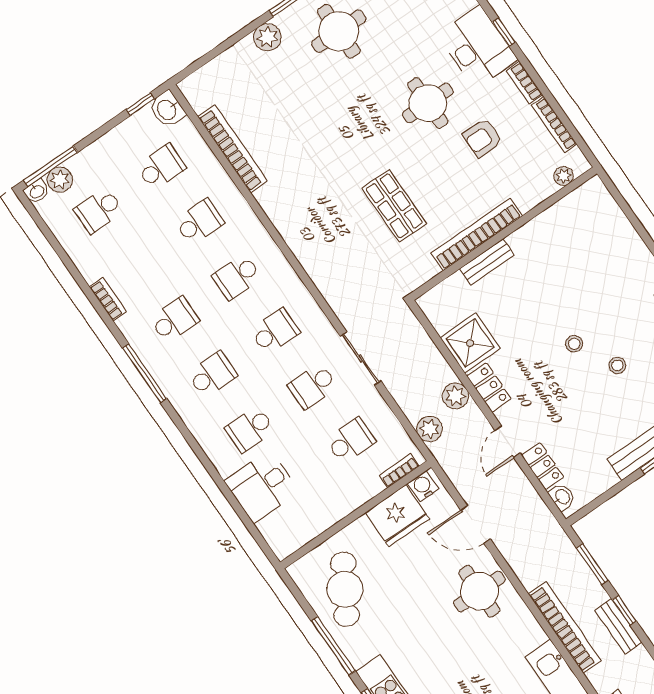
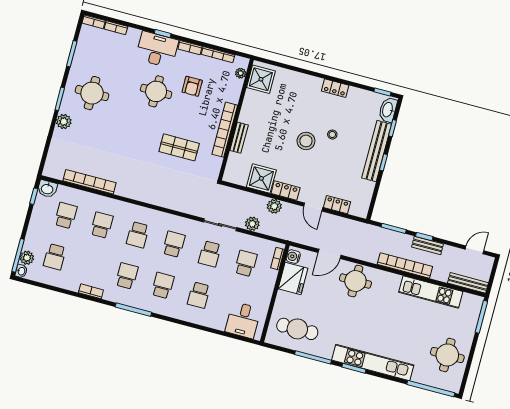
shower: (584, 208) -> (261, 79), added
stool: (574, 344) -> (306, 141), width x1.89, depth x1.89
plant: (429, 429) -> (252, 224), moved
desk: (262, 486) -> (243, 320), moved
washbasin: (562, 497) -> (357, 211), removed
cafe table: (345, 589) -> (297, 329), turned -31

